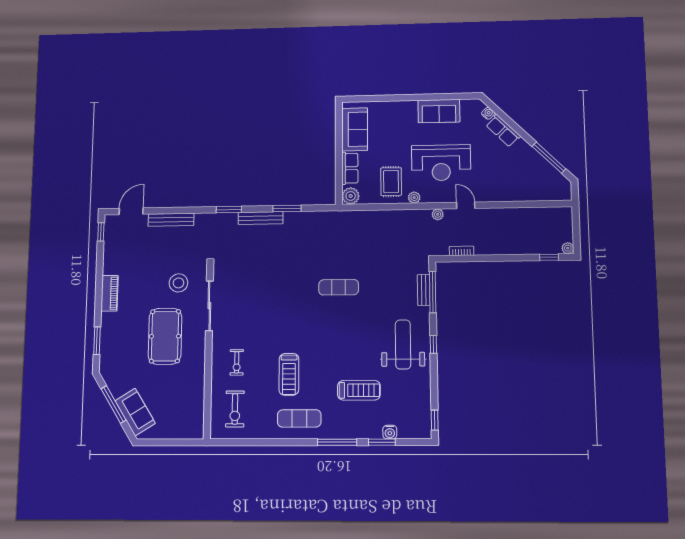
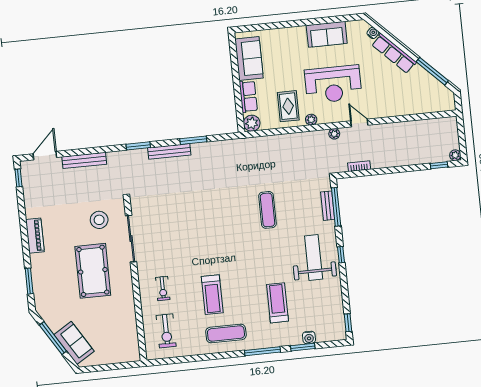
row of seats: (503, 131) -> (394, 53), width x1.48
exercise mat: (339, 287) -> (267, 210), moved, turned 90
treadmill: (359, 390) -> (277, 303), turned -90

